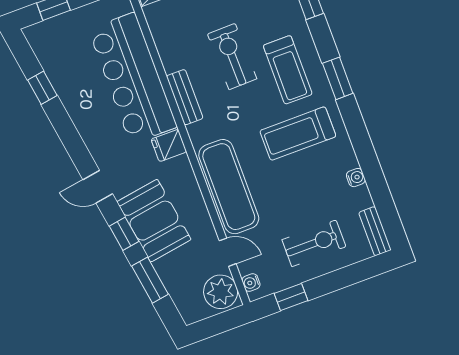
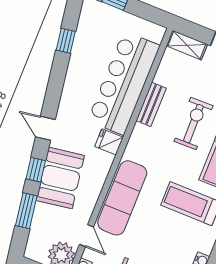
bench: (185, 97) -> (151, 104), moved

